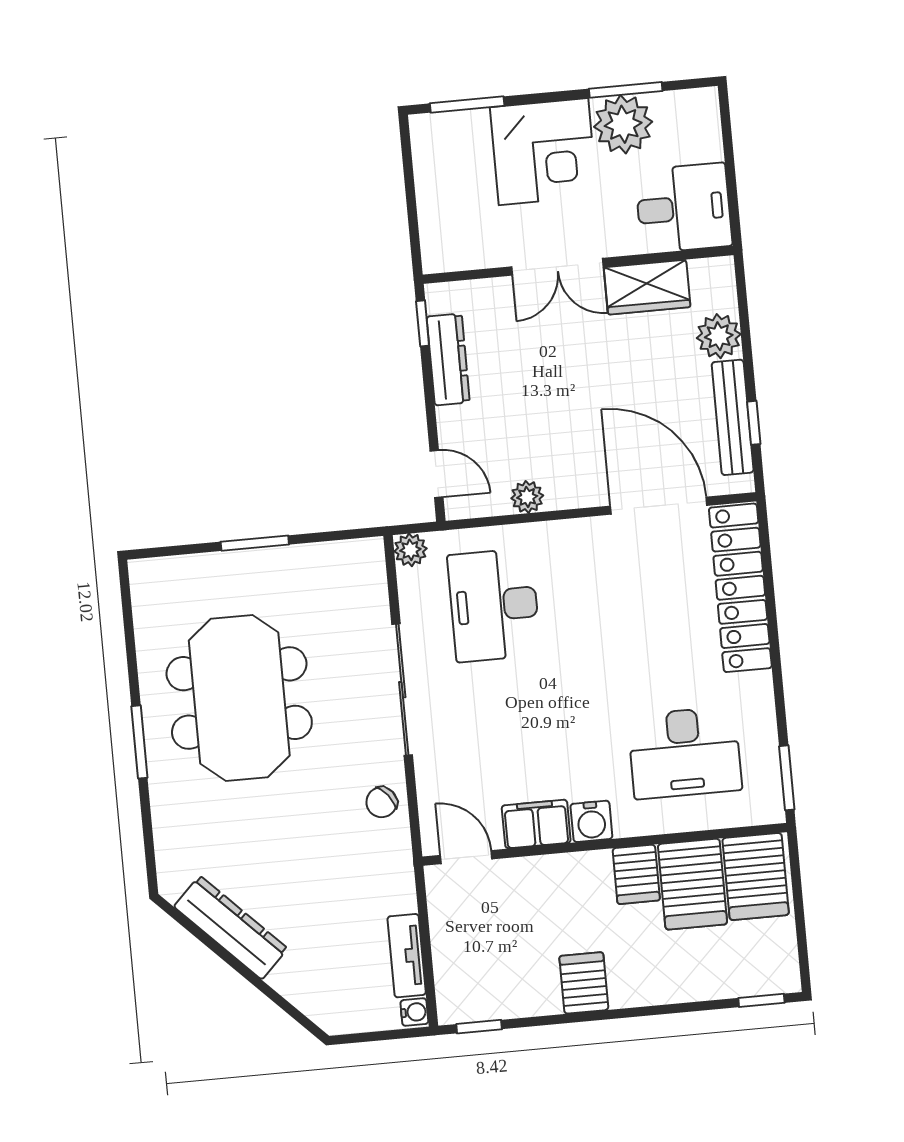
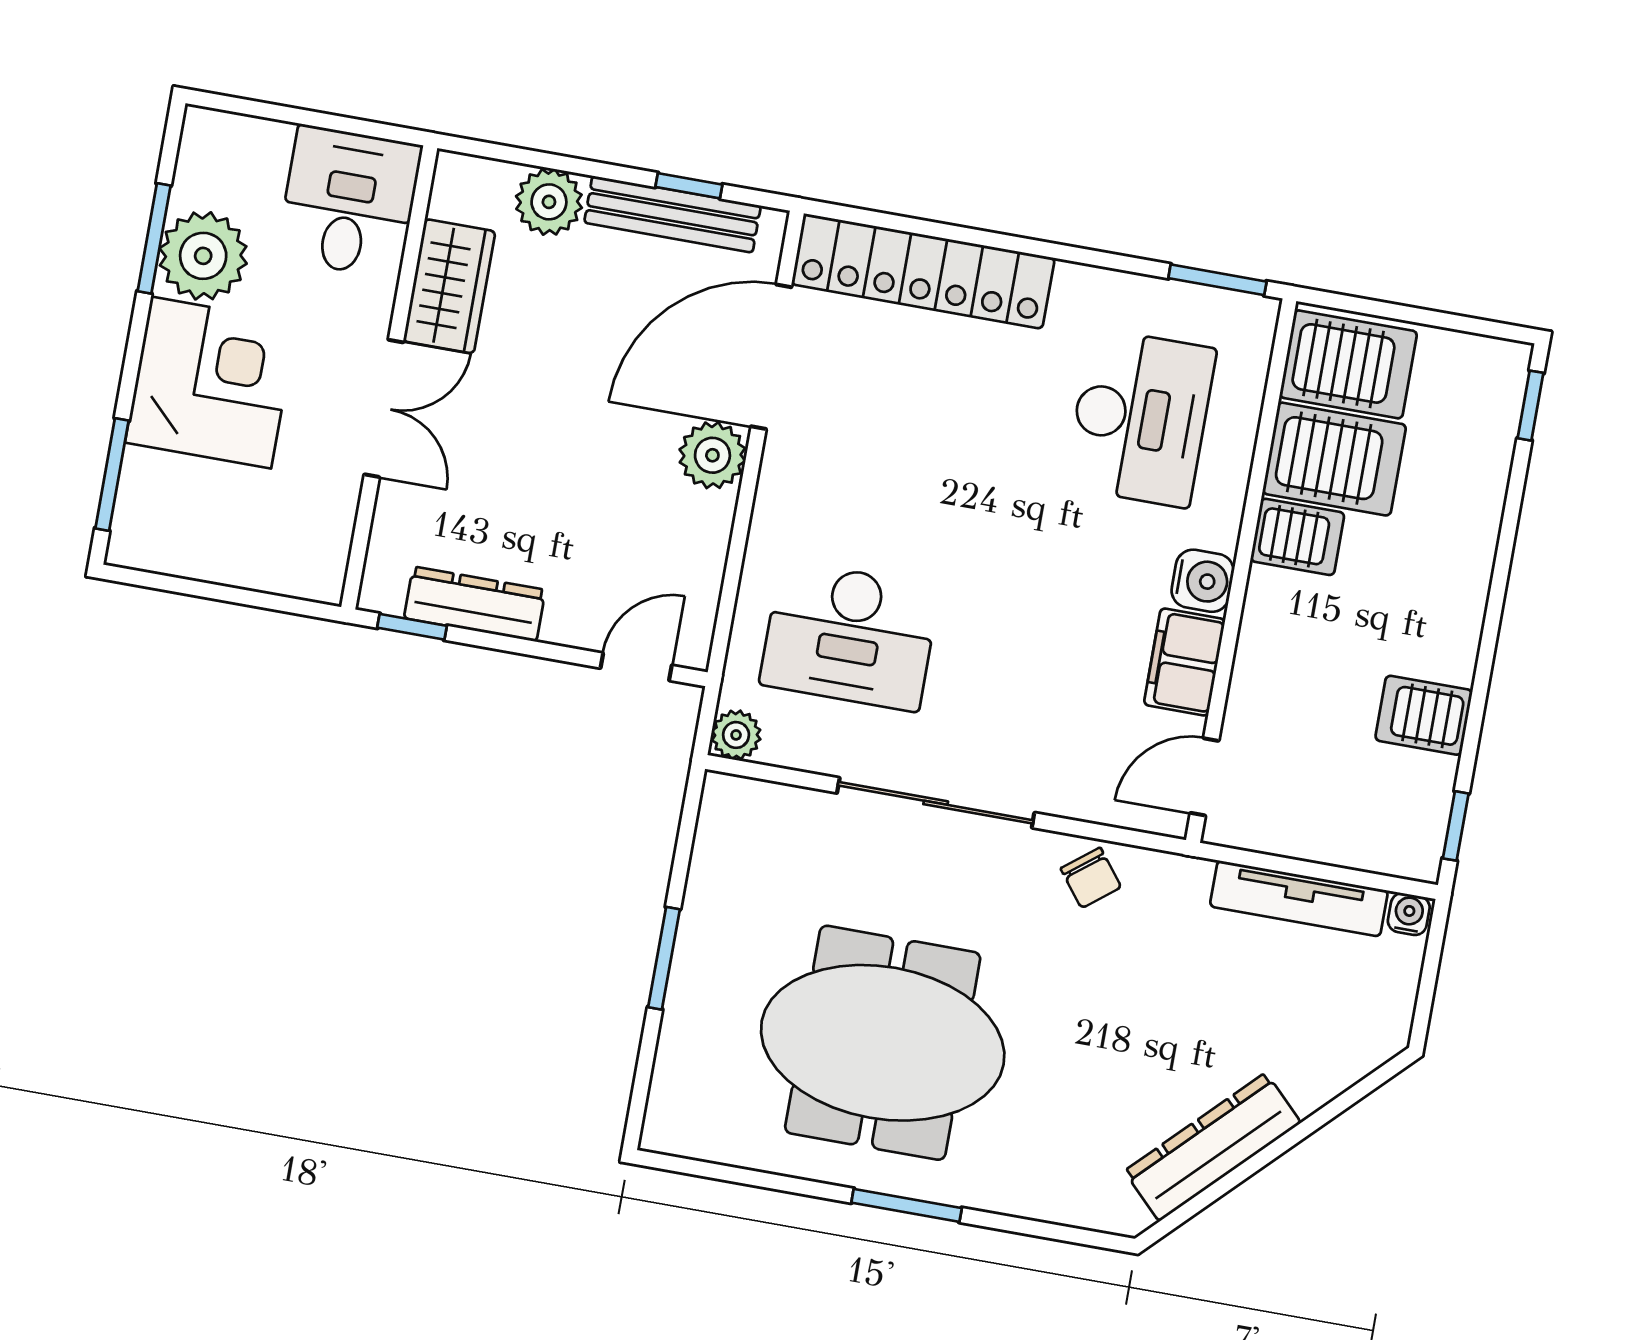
plant: (527, 497) -> (712, 455), moved, width x1.38, depth x1.38
tv unit: (407, 956) -> (1299, 898), width x1.41
server rack: (584, 983) -> (1424, 715), moved

